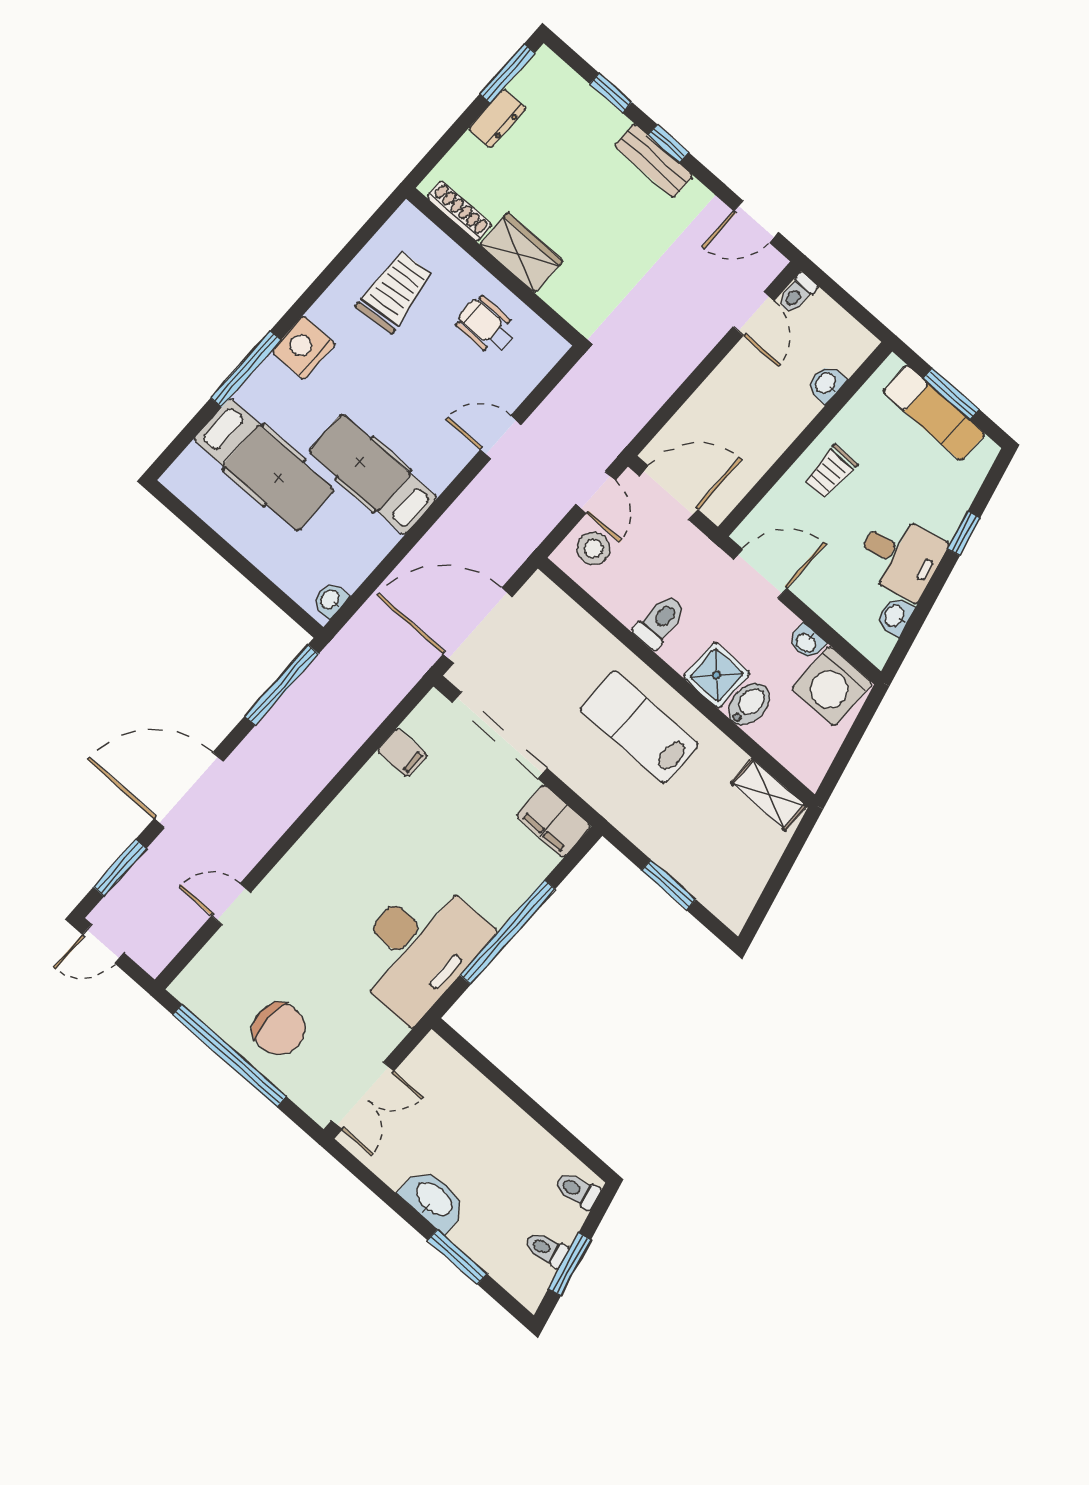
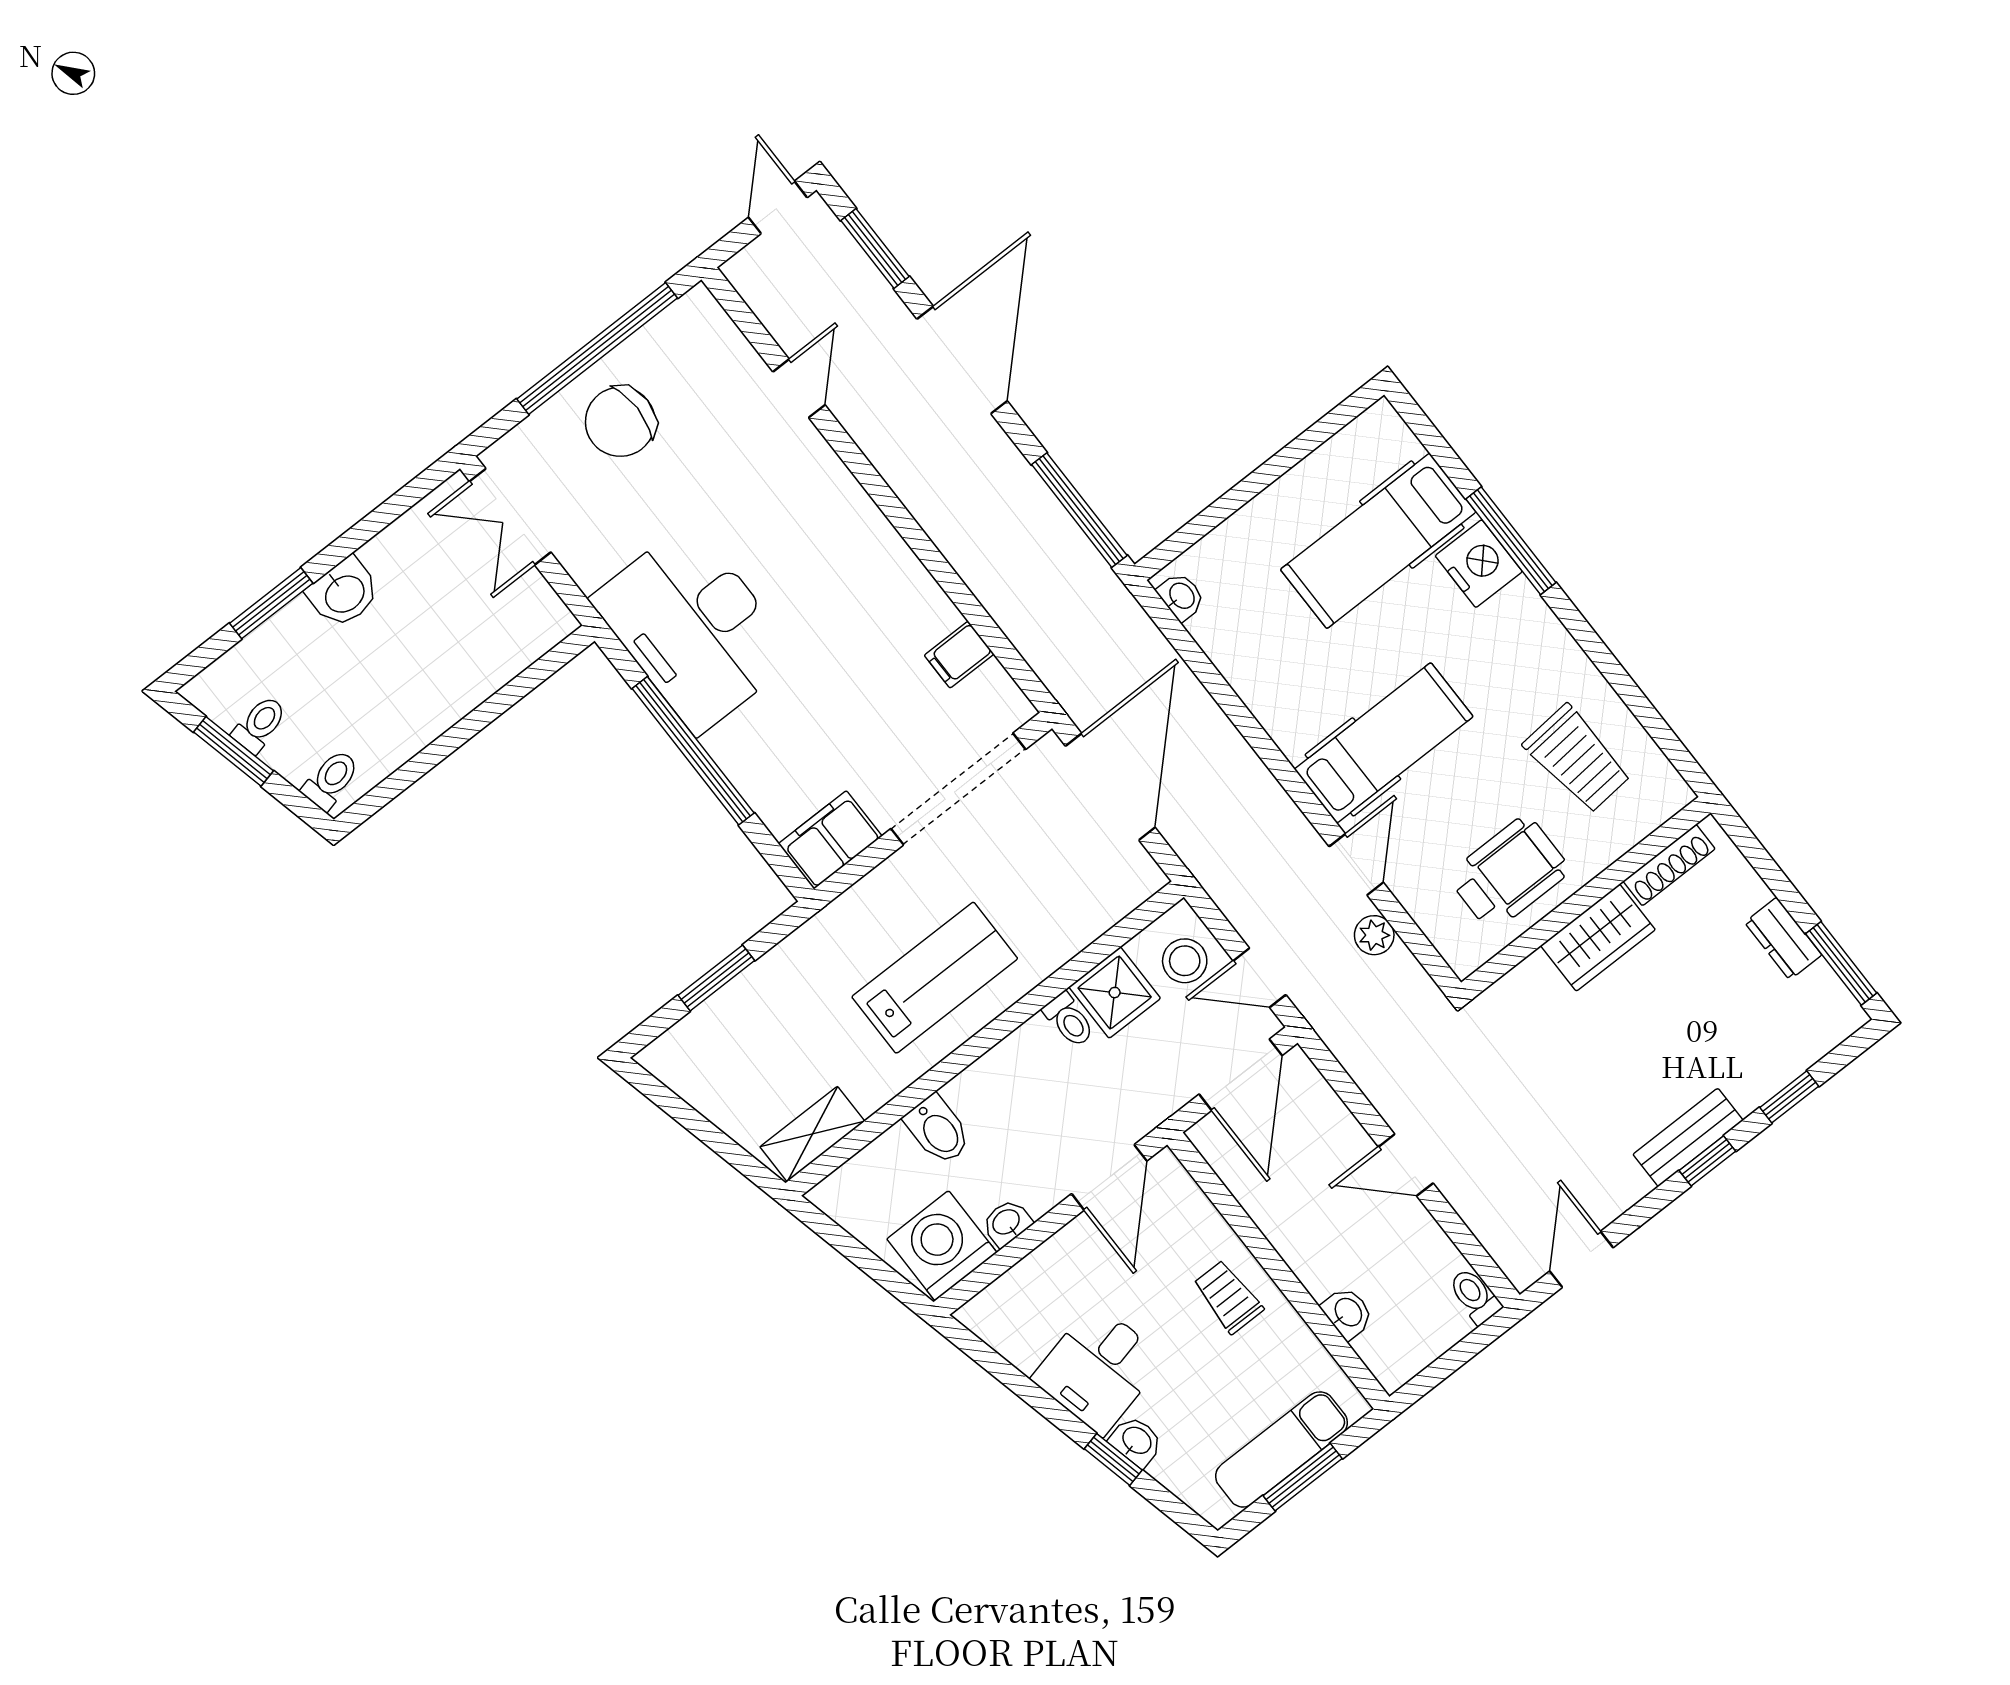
door: (753, 314) -> (1406, 1165), moved
wheelchair: (487, 326) -> (1509, 873), width x1.36, depth x1.37
nightstand: (303, 348) -> (1479, 564), moved
plant: (550, 415) -> (1374, 935), added
hospital bed: (373, 474) -> (1384, 743), moved
washbasin: (895, 616) -> (1136, 1441), moved
toilet: (660, 622) -> (1069, 1020), width x0.73, depth x0.72
shower: (717, 675) -> (1115, 993), moved
washbasin: (433, 1200) -> (344, 593), width x0.72

